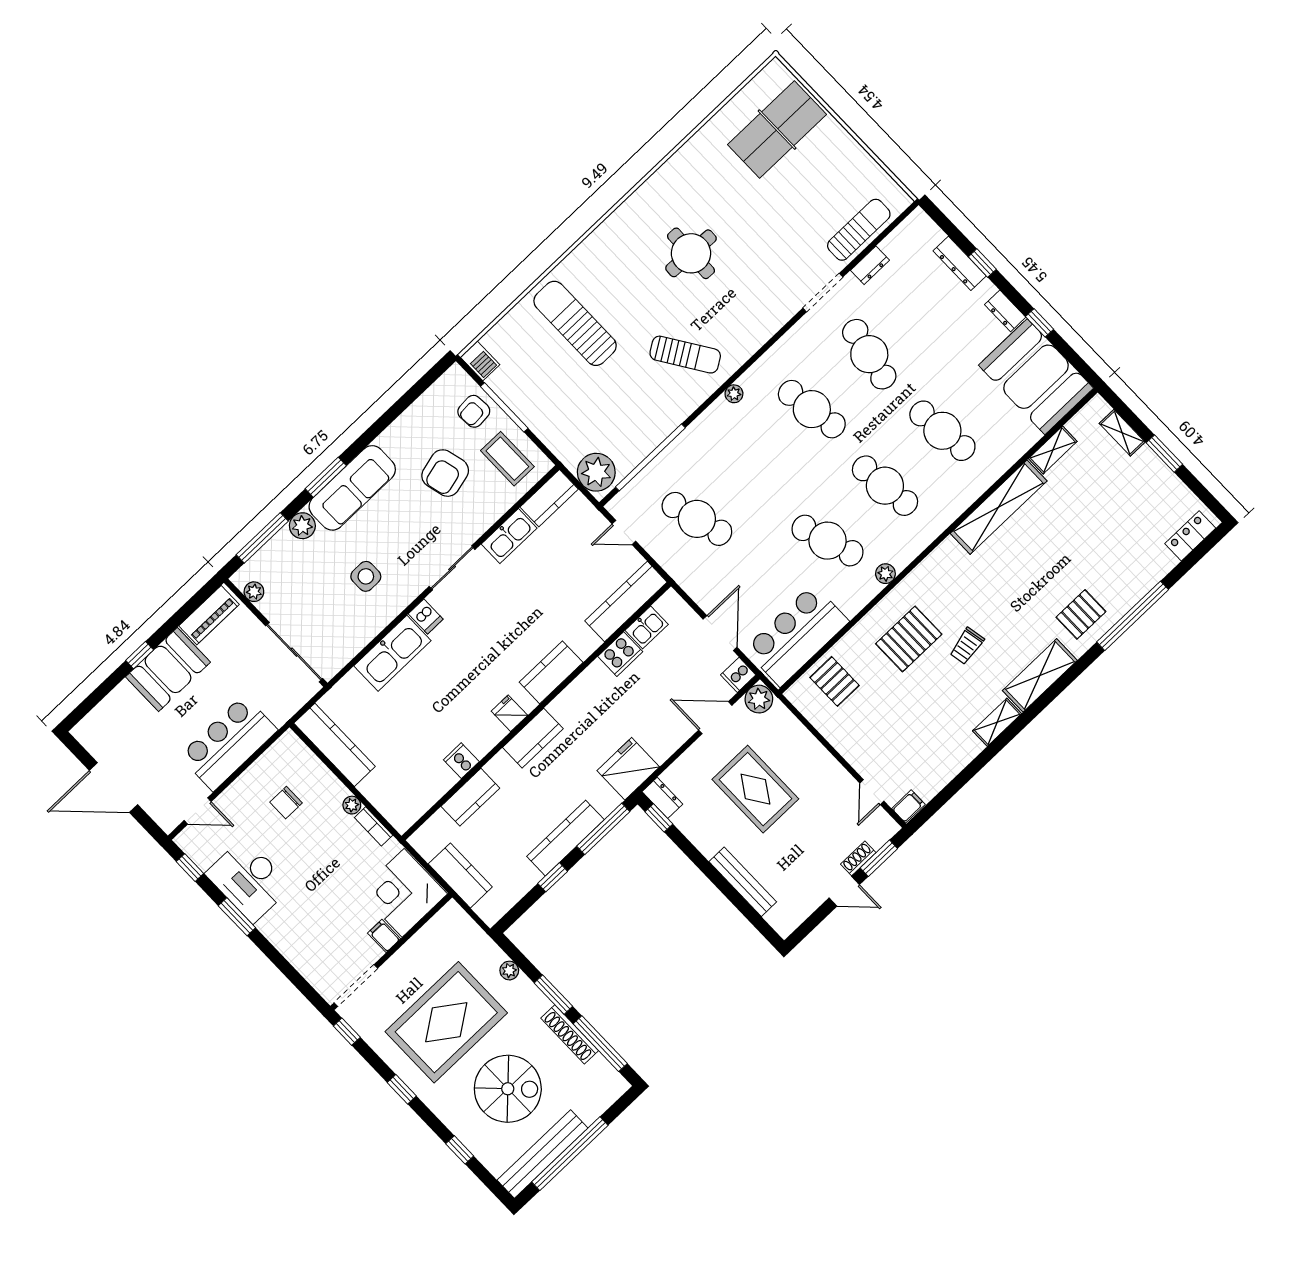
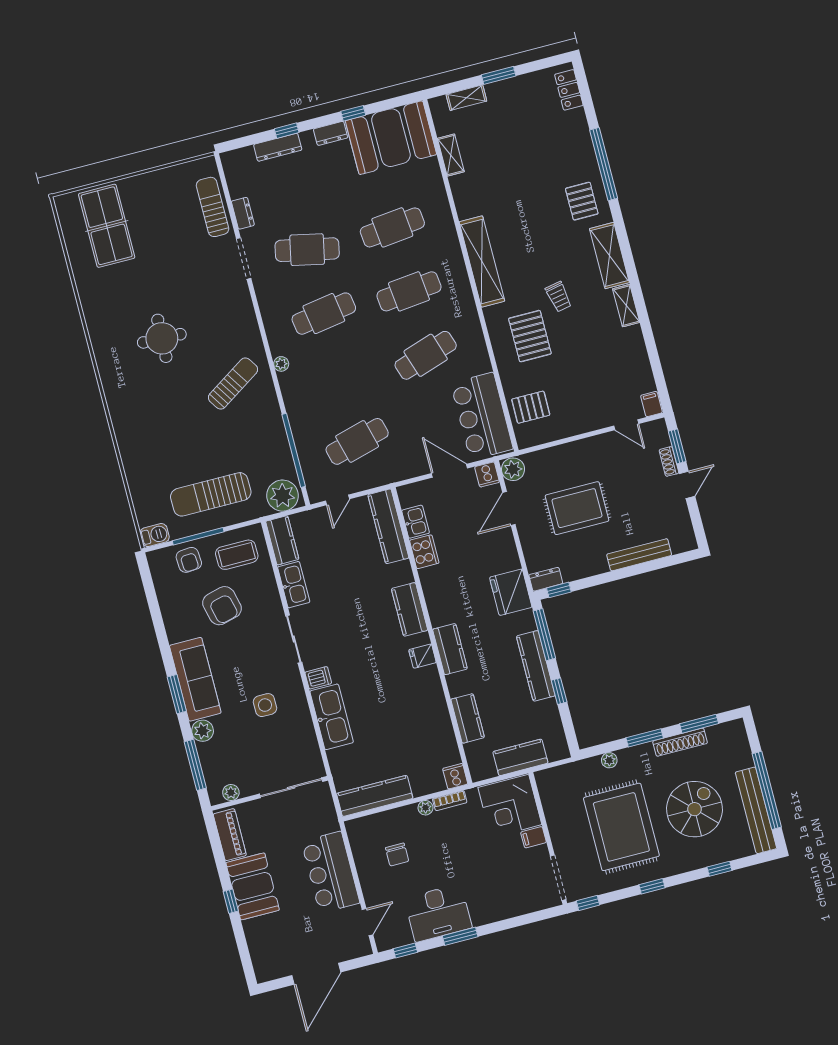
sun lounger: (575, 323) -> (211, 494), moved
shelving: (999, 507) -> (482, 261), moved
plant: (885, 574) -> (473, 327), removed
cooker: (461, 761) -> (455, 776), moved, turned 90
window: (600, 1044) -> (699, 724), width x0.69

